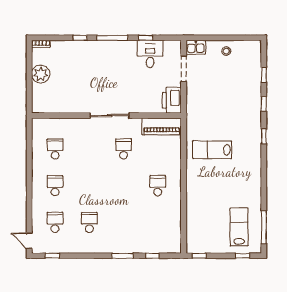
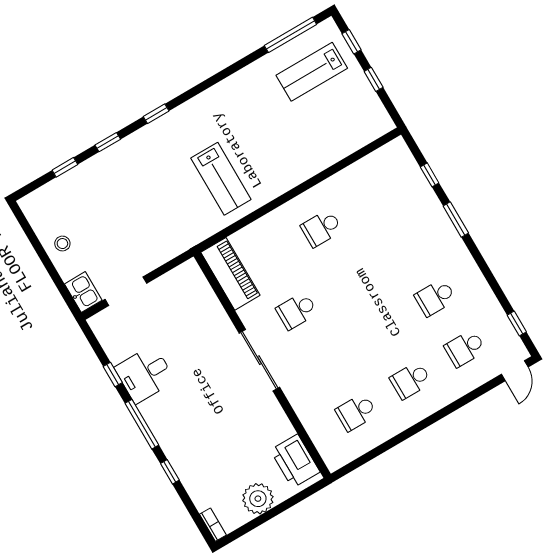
desk: (150, 54) -> (145, 374), moved
printer: (172, 100) -> (295, 461), moved, turned 90
window: (199, 256) -> (374, 79), moved

